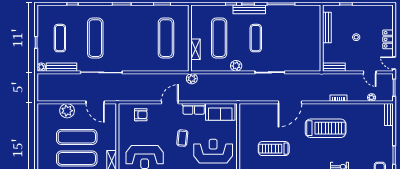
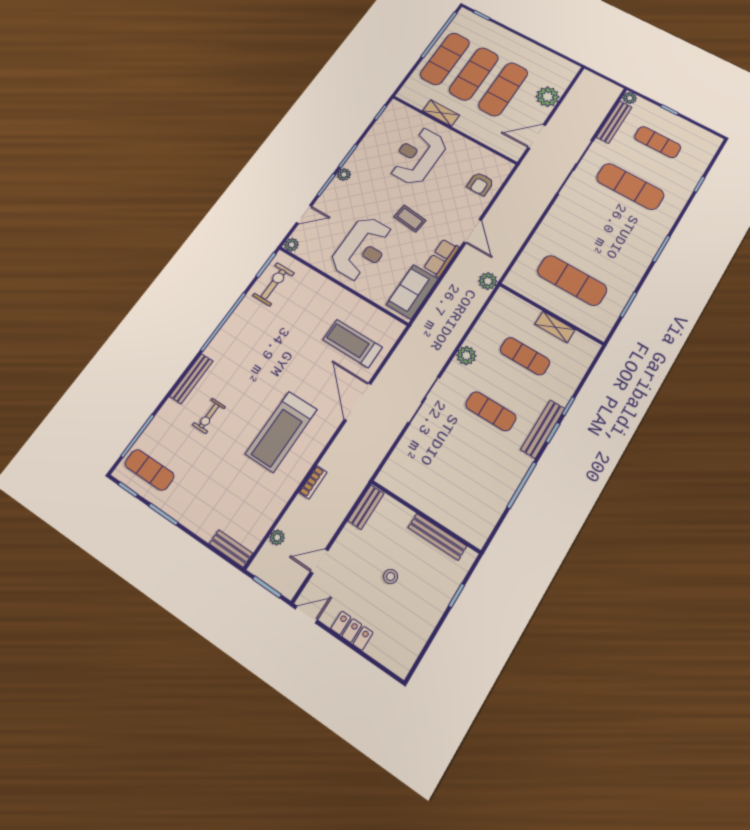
exercise mat: (219, 38) -> (525, 356), width x0.73, depth x0.69
shelving: (196, 49) -> (555, 327), moved
treadmill: (274, 149) -> (352, 343), moved, turned -90

